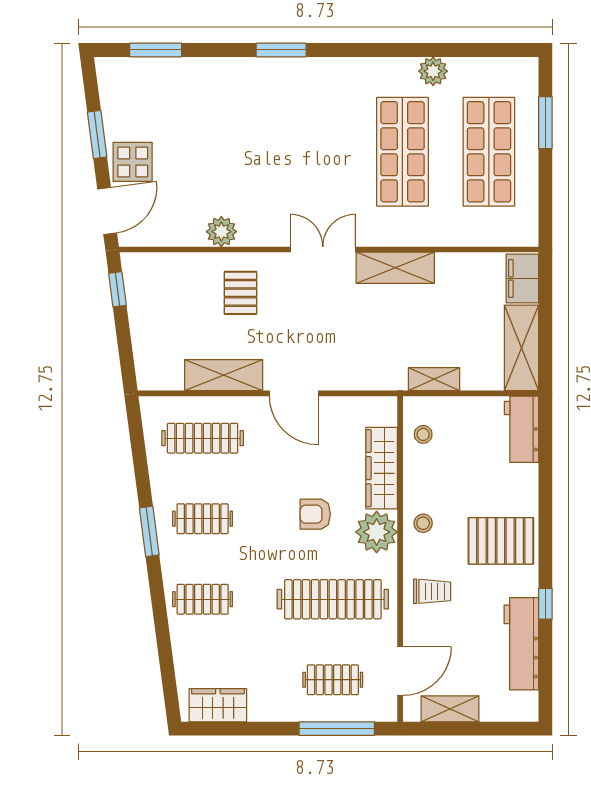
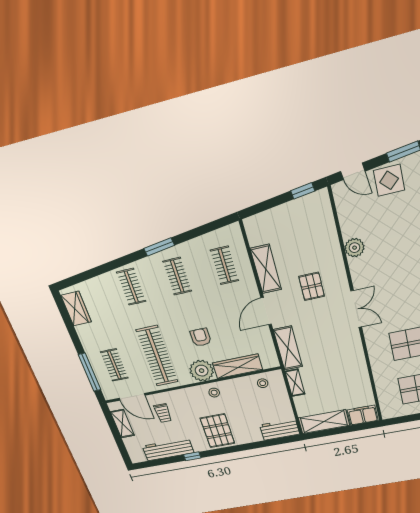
door: (107, 211) -> (353, 171), width x0.73
shelving: (395, 268) -> (288, 348), moved
pallet: (240, 293) -> (312, 286), moved, turned 90
clothes rail: (203, 438) -> (224, 265), width x0.73
trolley: (432, 591) -> (163, 413), moved

